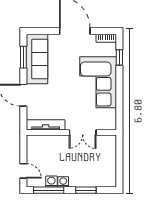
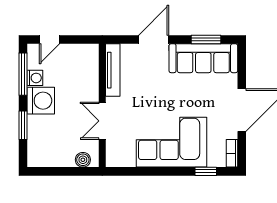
boiler: (111, 147) -> (83, 160), added
washing machine: (63, 182) -> (41, 101), width x1.89, depth x1.89

